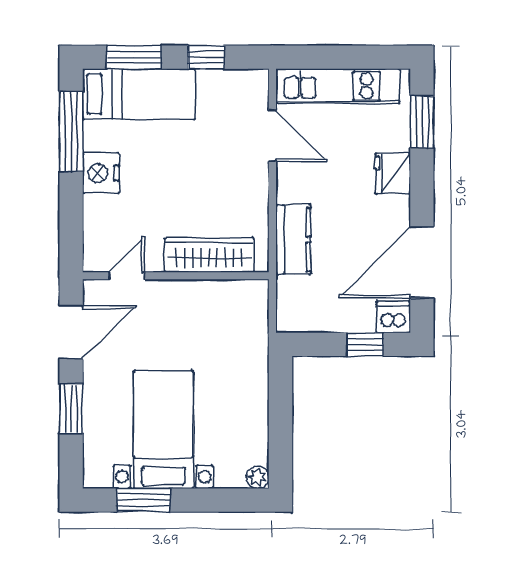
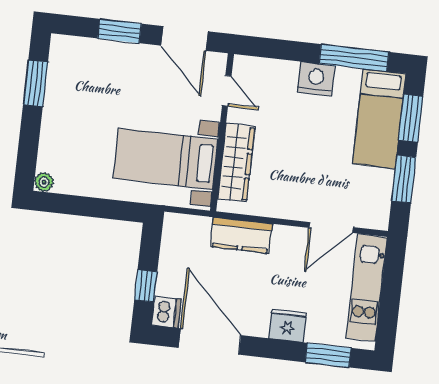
window: (206, 57) -> (404, 179), width x1.50
bed with nightstands: (163, 430) -> (166, 159), moved, turned 180

